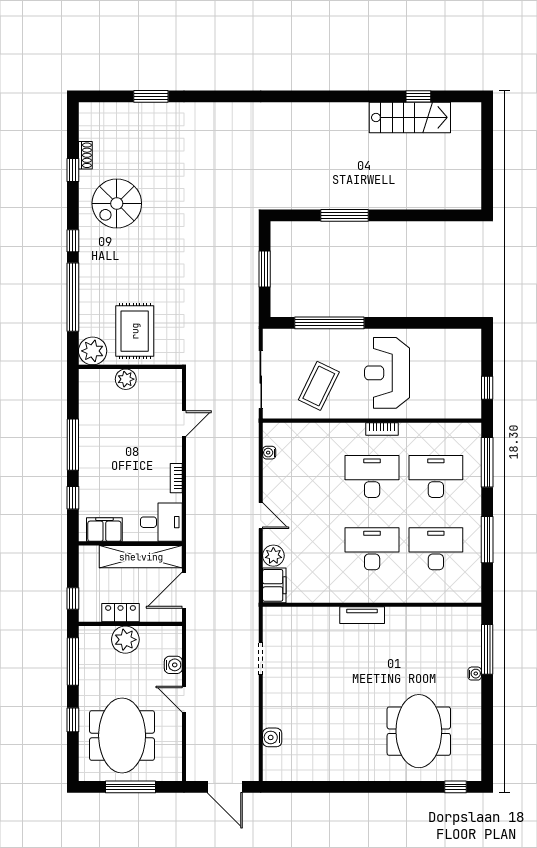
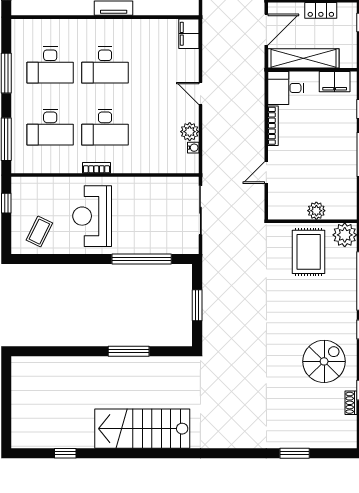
stairs: (410, 117) -> (142, 429), moved, width x1.36, depth x1.51
reception desk: (387, 373) -> (92, 216), turned 180
coffee table: (319, 386) -> (39, 232), moved, width x0.73, depth x0.77
bookcase: (176, 478) -> (273, 126), width x1.56
plant: (273, 556) -> (190, 132), moved

